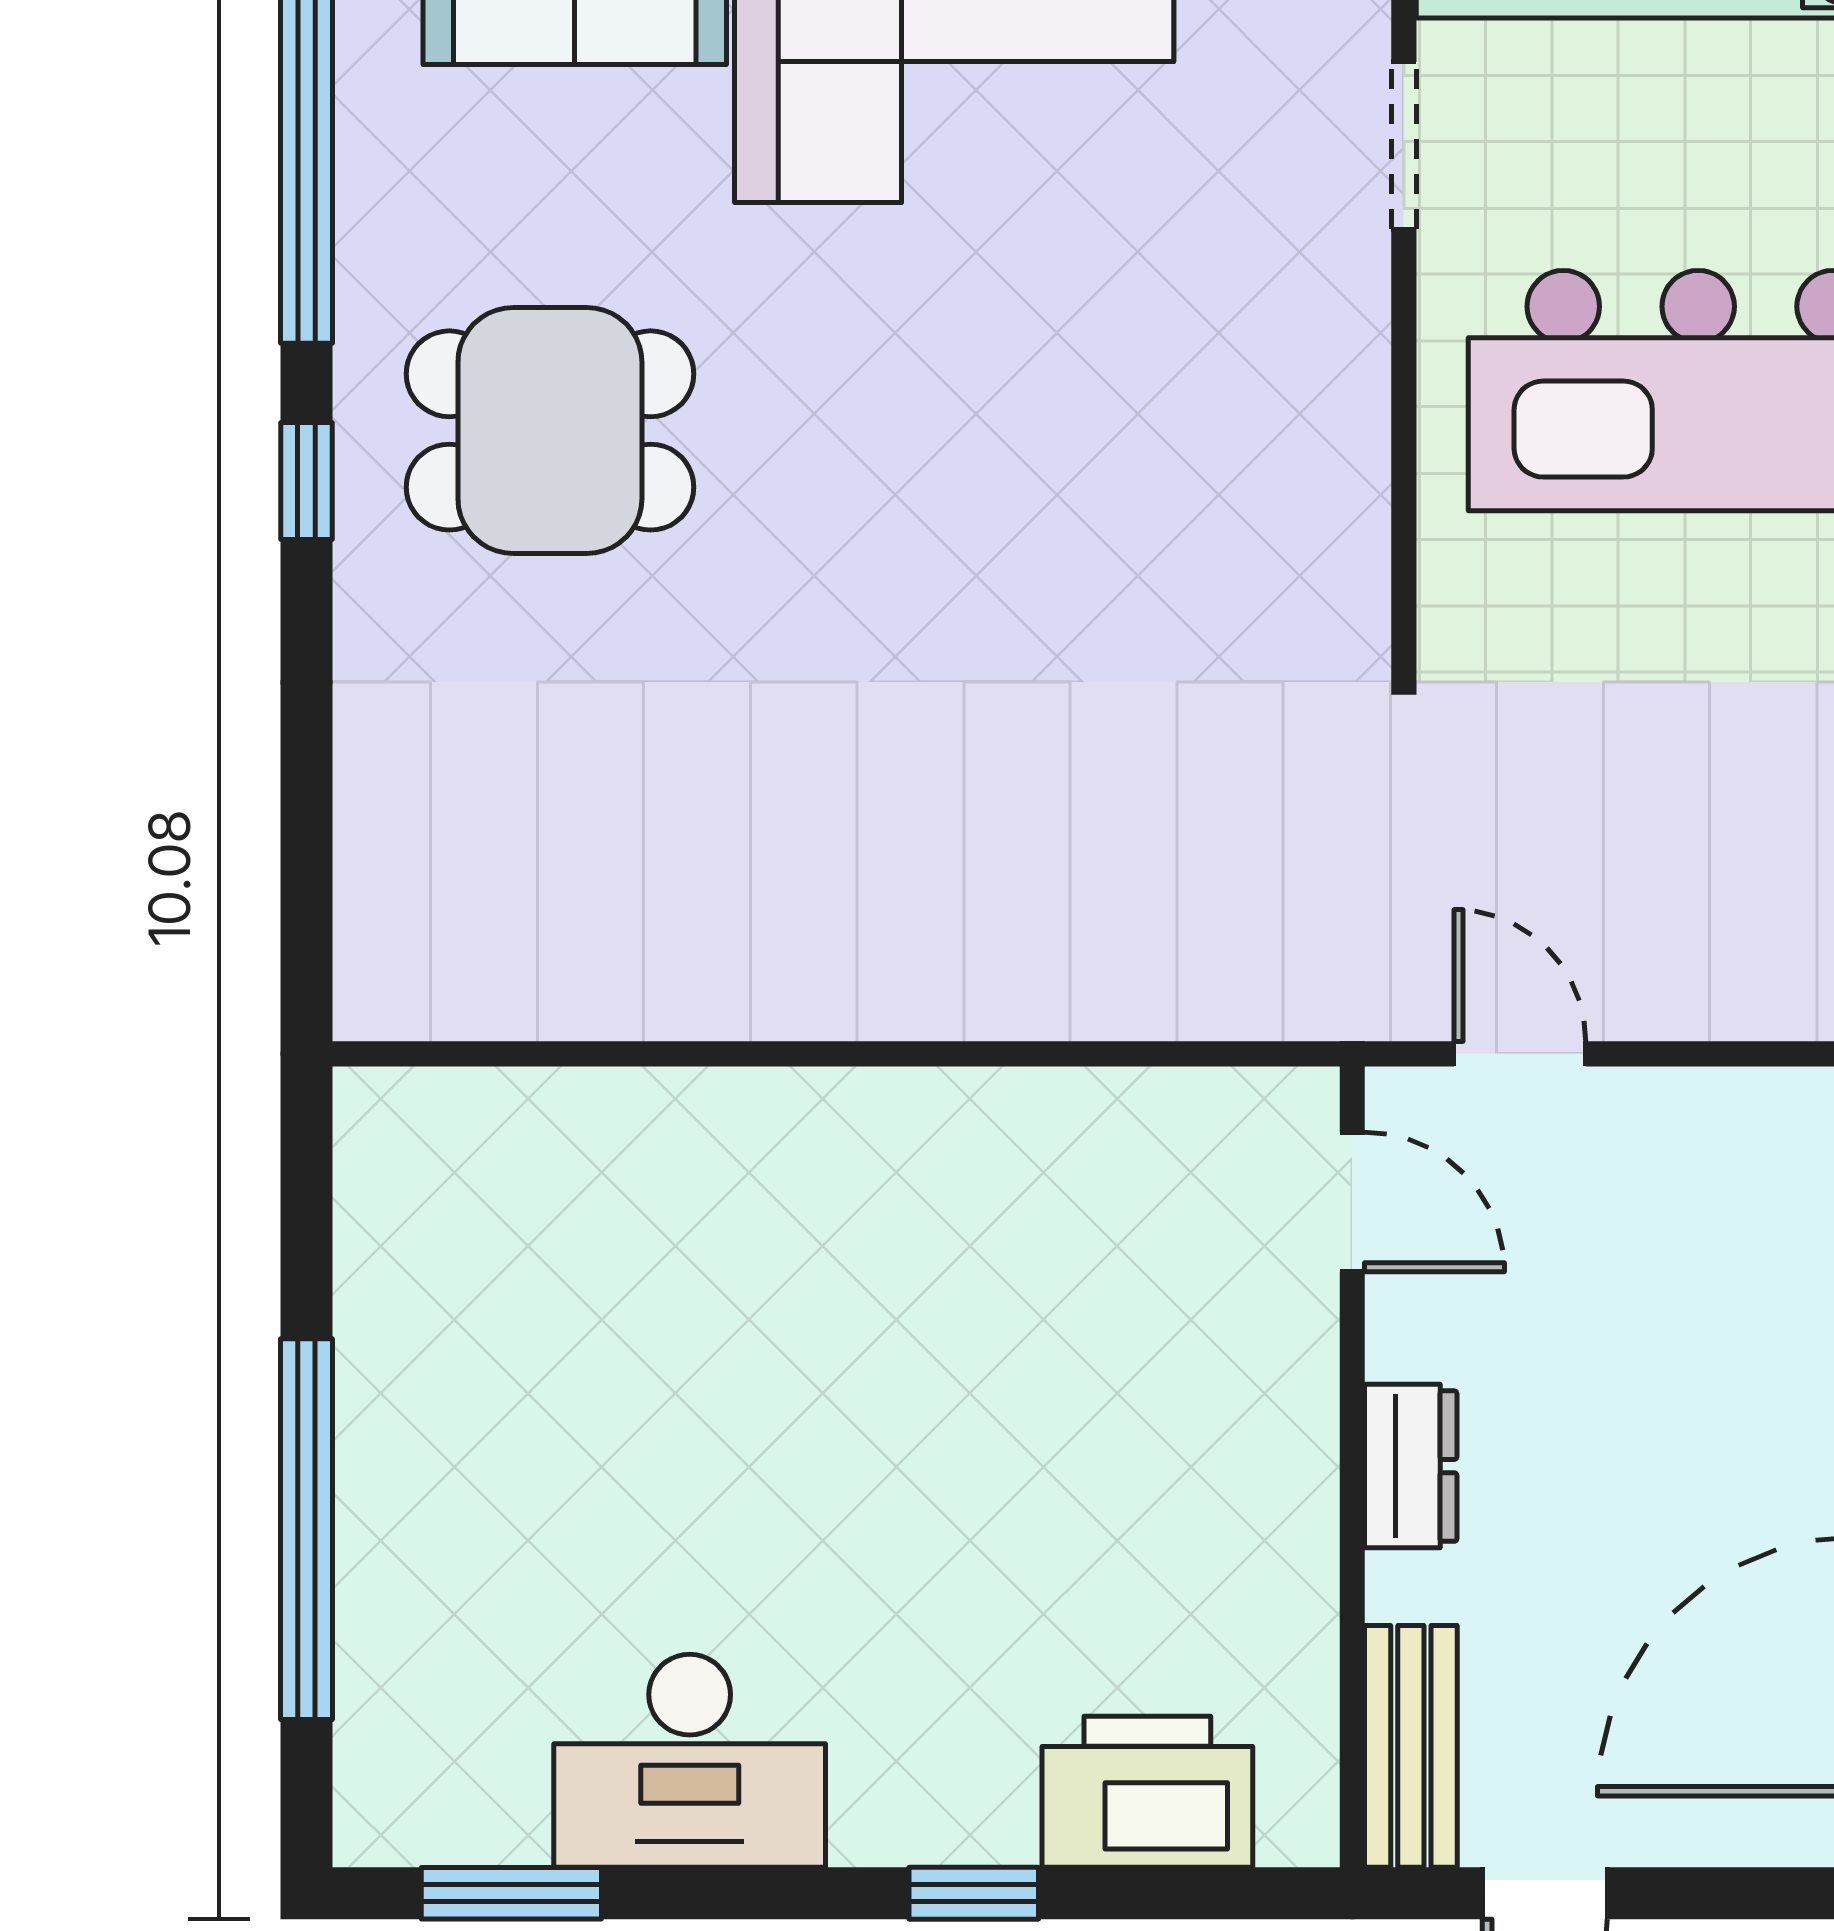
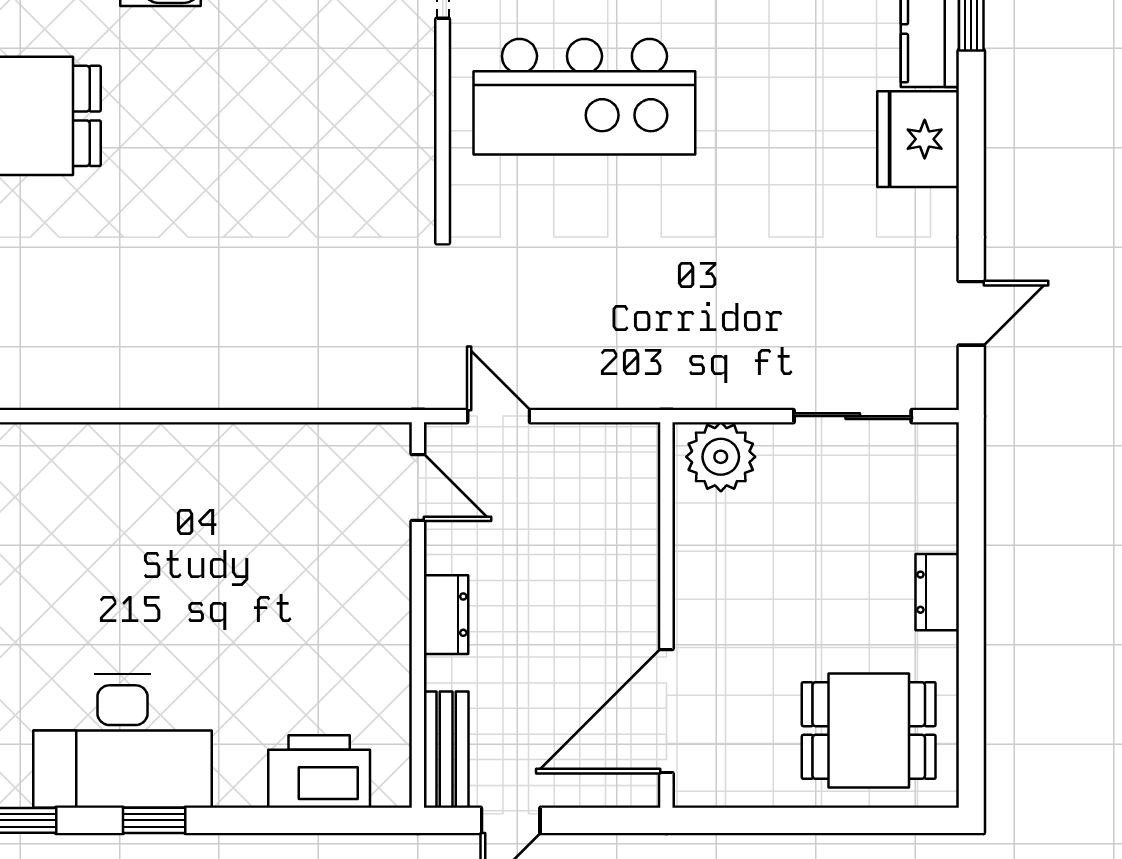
desk: (690, 1761) -> (123, 741), width x1.36, depth x1.30
window: (974, 1893) -> (154, 820), moved

